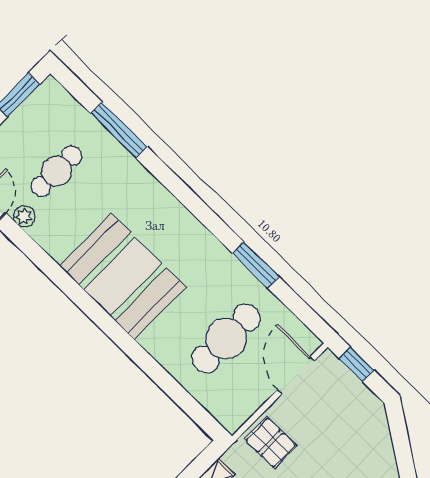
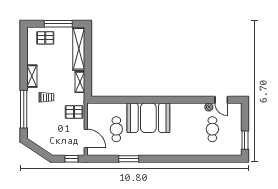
window: (119, 130) -> (206, 159), removed
booth: (123, 276) -> (148, 118), moved
cafe table: (226, 339) -> (116, 129), width x0.73, depth x0.74

